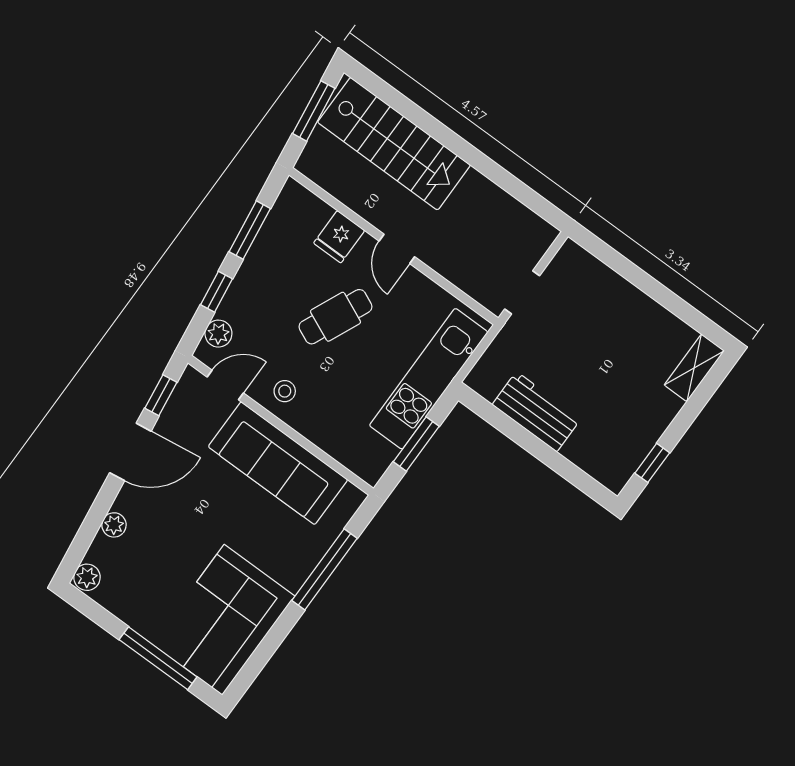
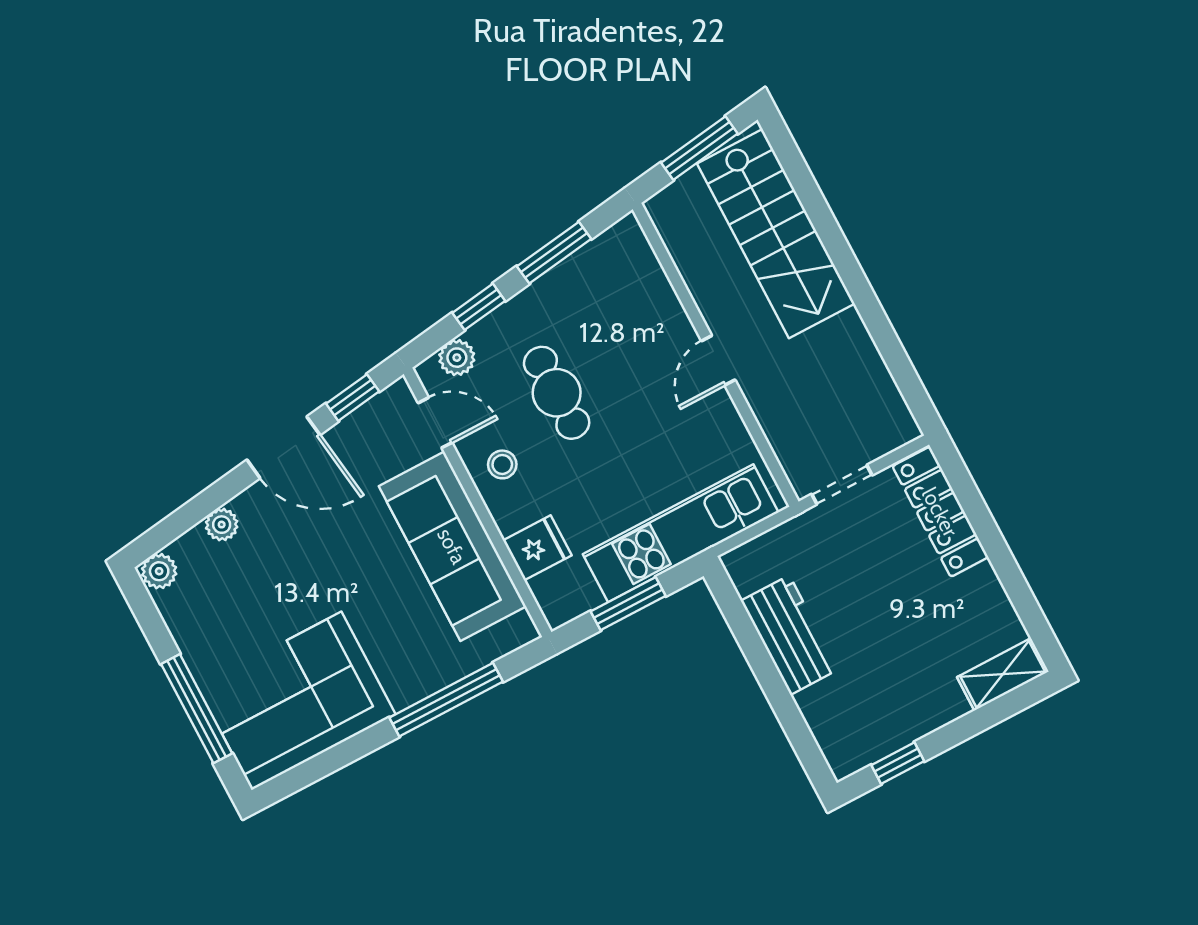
fridge: (339, 237) -> (537, 548), moved, turned 180
locker: (598, 278) -> (940, 512), added
cafe table: (335, 317) -> (557, 393), moved, turned 66

